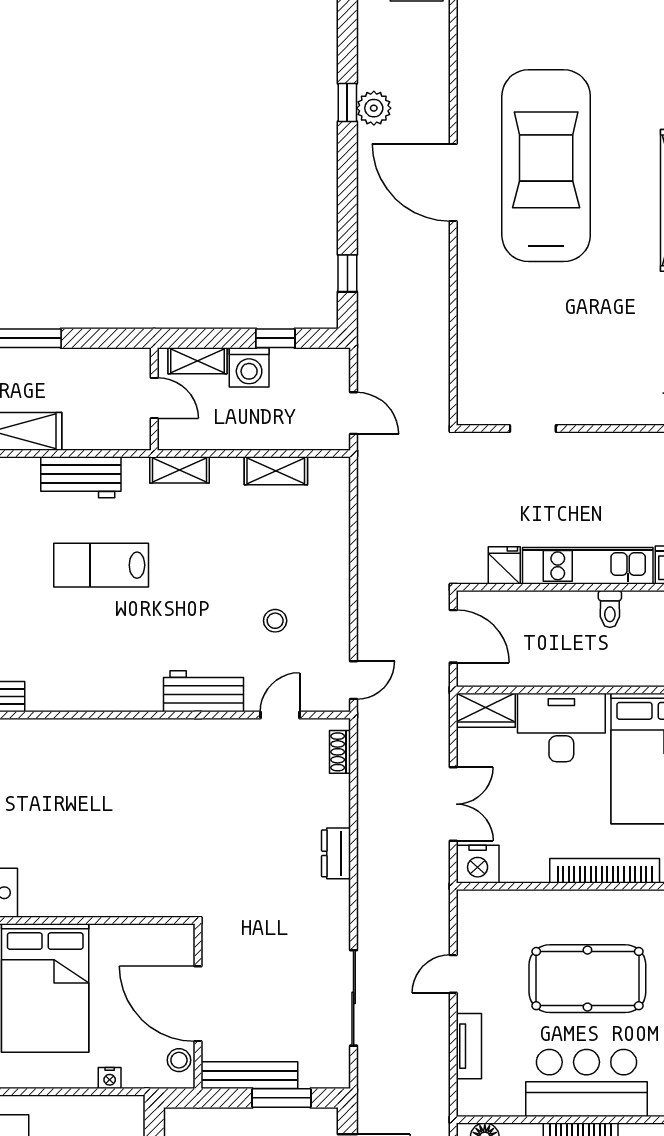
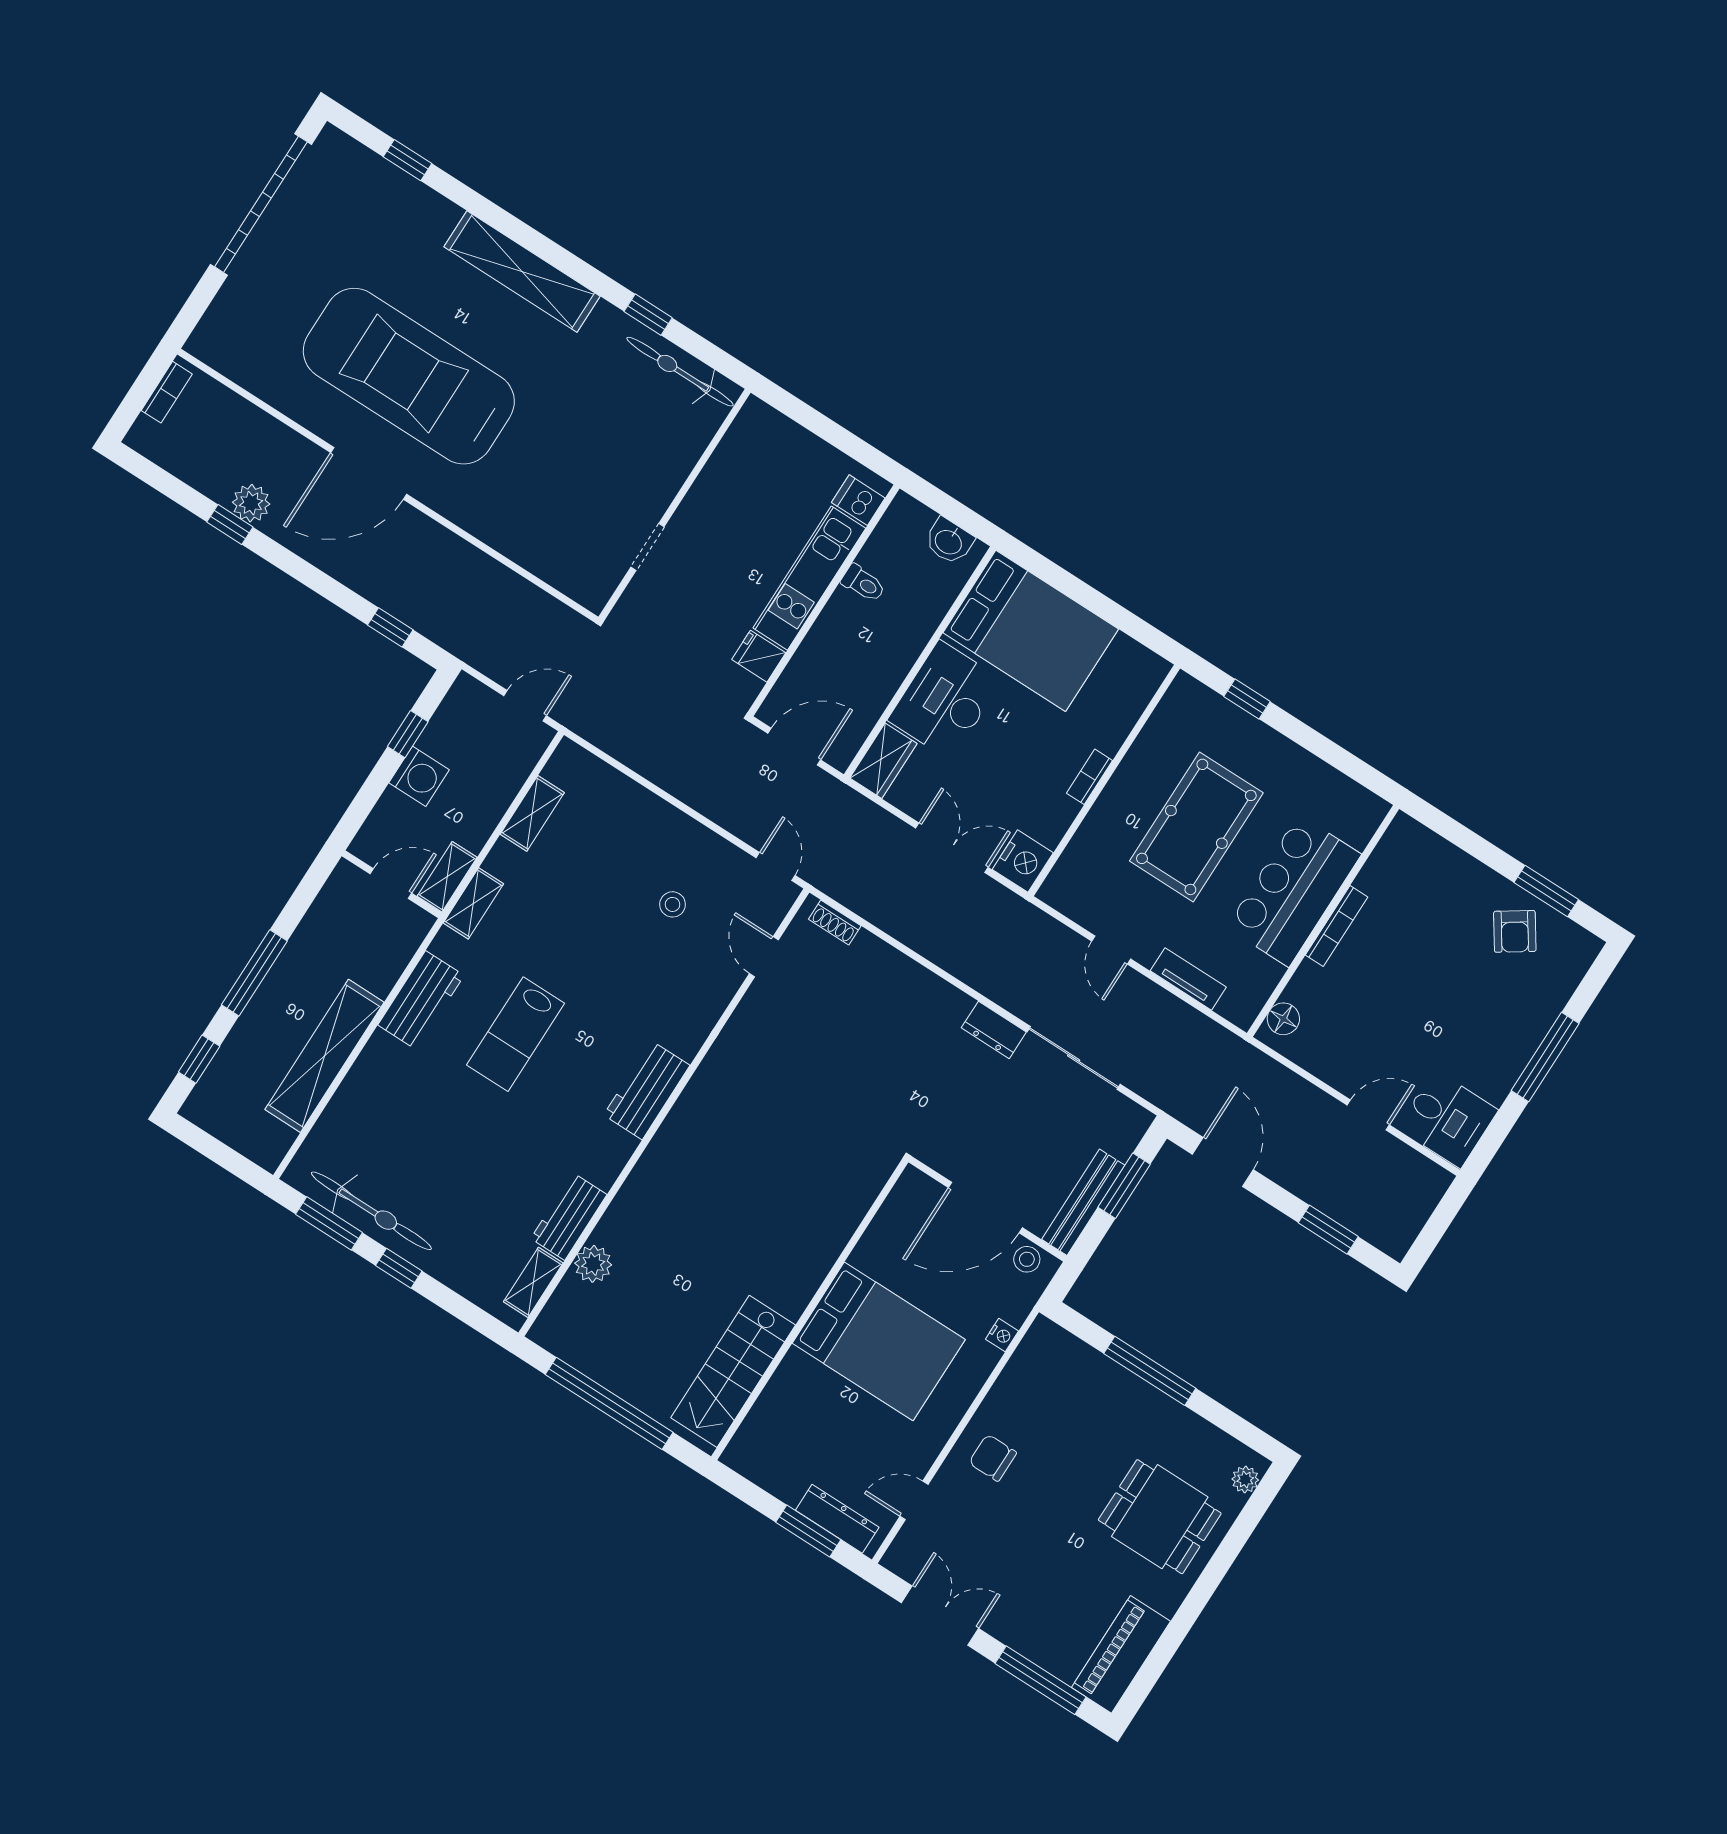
shelving: (198, 361) -> (447, 877), moved
workbench: (204, 691) -> (647, 1090), moved
dresser: (336, 853) -> (994, 1030), moved
bookcase: (605, 871) -> (1090, 777), width x0.43, depth x0.76

